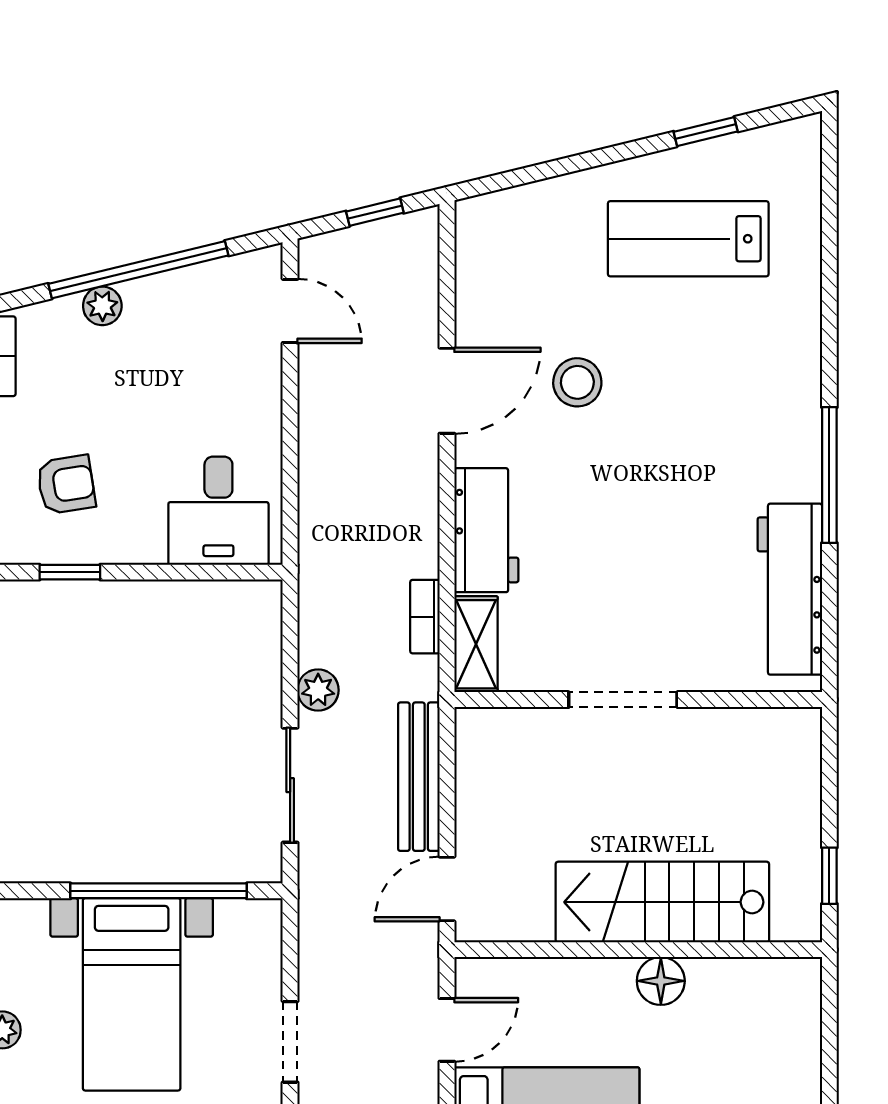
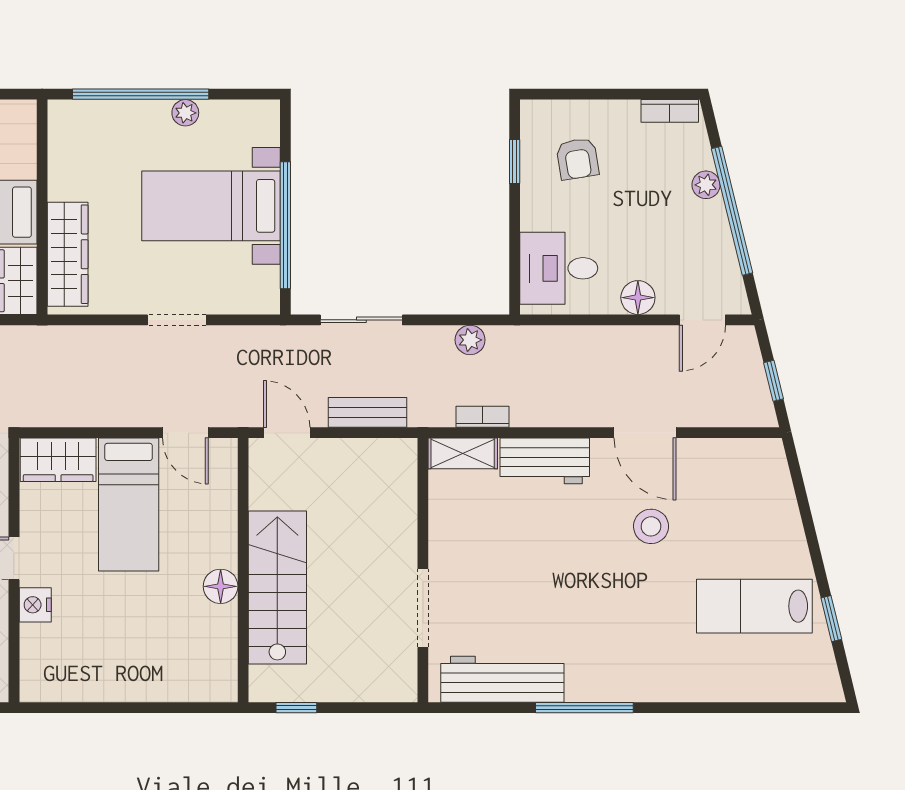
lab bench: (688, 239) -> (754, 606), turned -90
floor lamp: (259, 401) -> (638, 298), added
plant: (318, 690) -> (470, 340), moved
doorway: (623, 700) -> (423, 608), moved
bench: (419, 777) -> (367, 412), width x0.73

